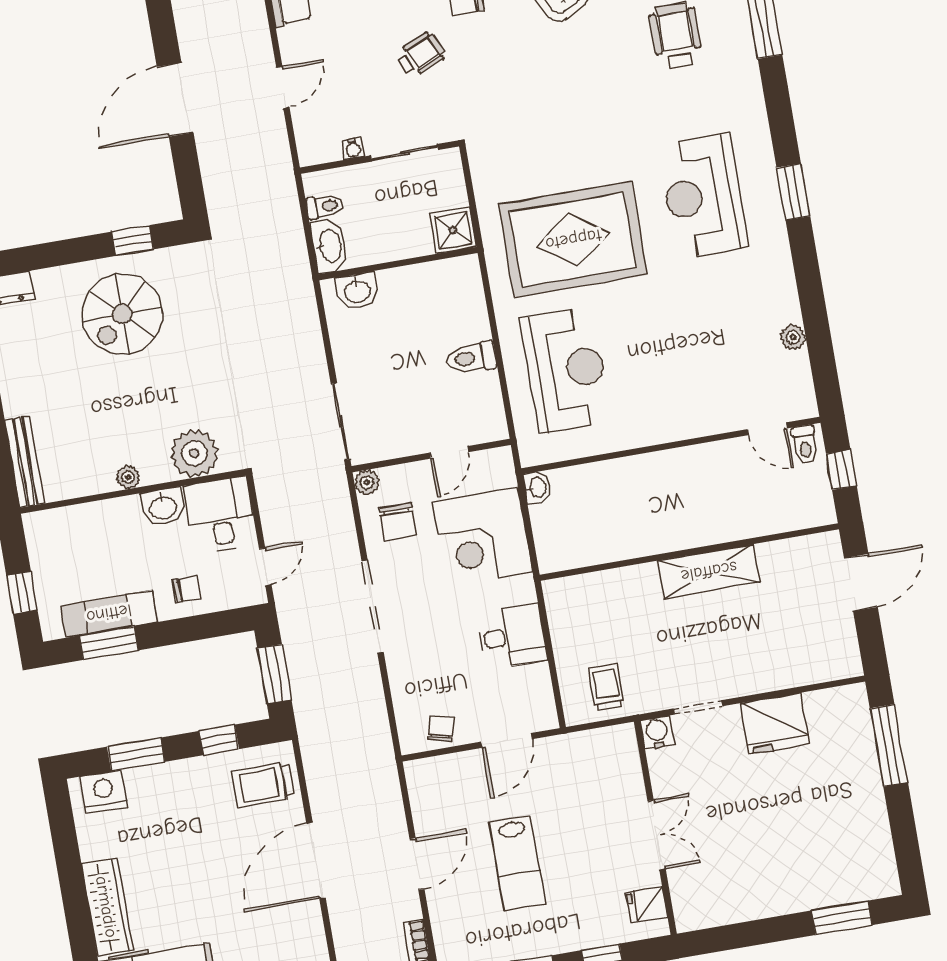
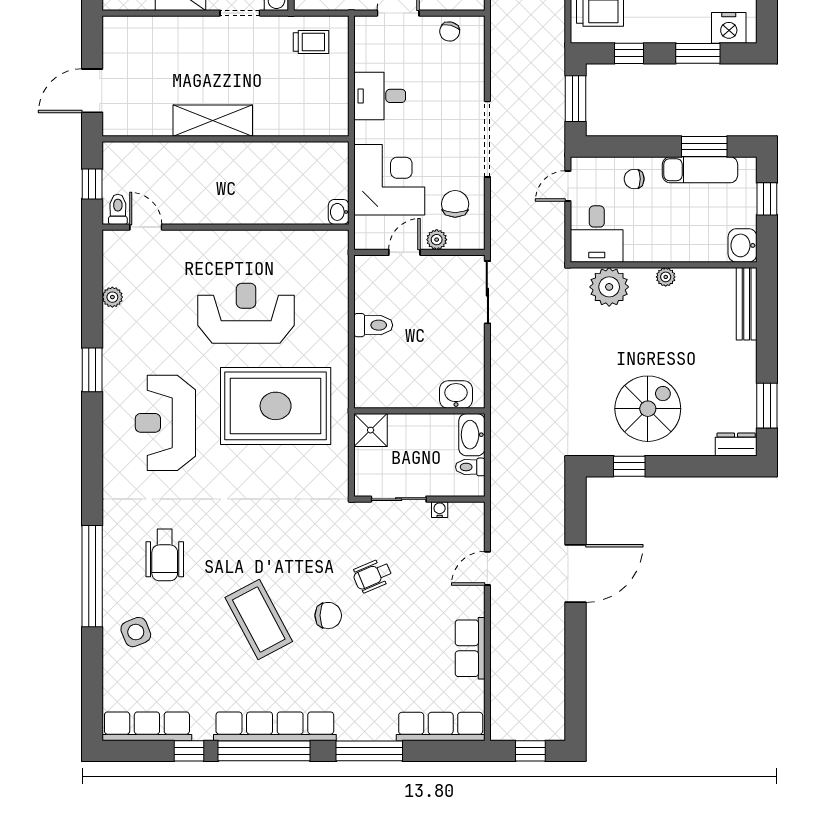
window: (793, 192) -> (92, 370), moved
reception desk: (703, 196) -> (165, 423), turned 180
reception desk: (566, 370) -> (246, 313), moved, turned 90
plant: (367, 482) -> (437, 240), moved
washbasin: (163, 507) -> (743, 245), moved, turned -90
trolley: (606, 687) -> (311, 42), turned -90

